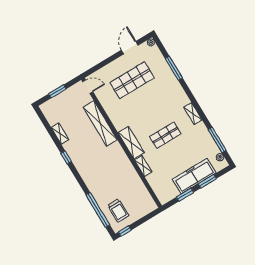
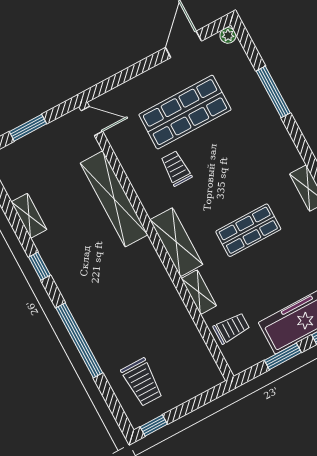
trolley: (129, 107) -> (176, 168), added
trolley: (160, 182) -> (231, 328), added
window: (98, 210) -> (79, 340), moved

